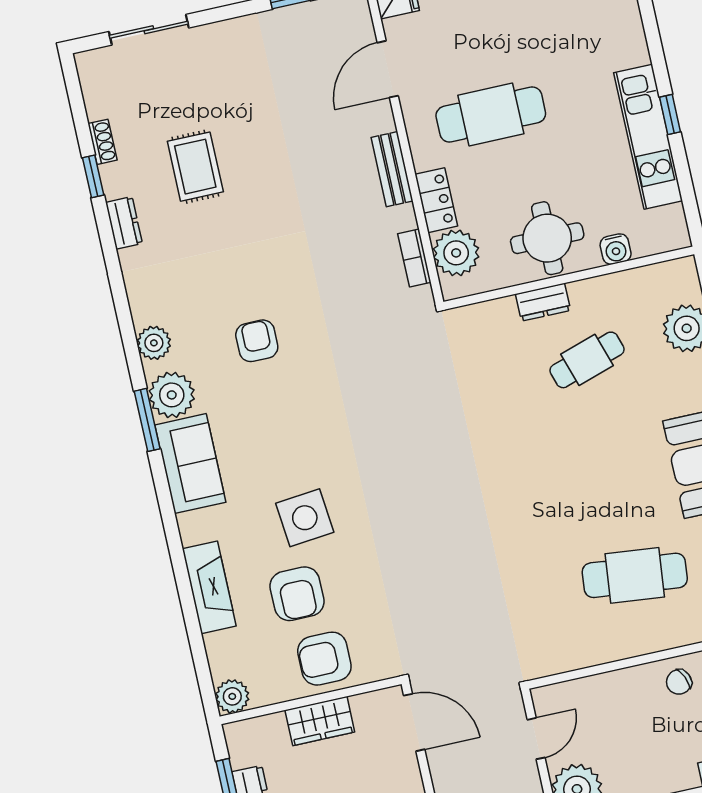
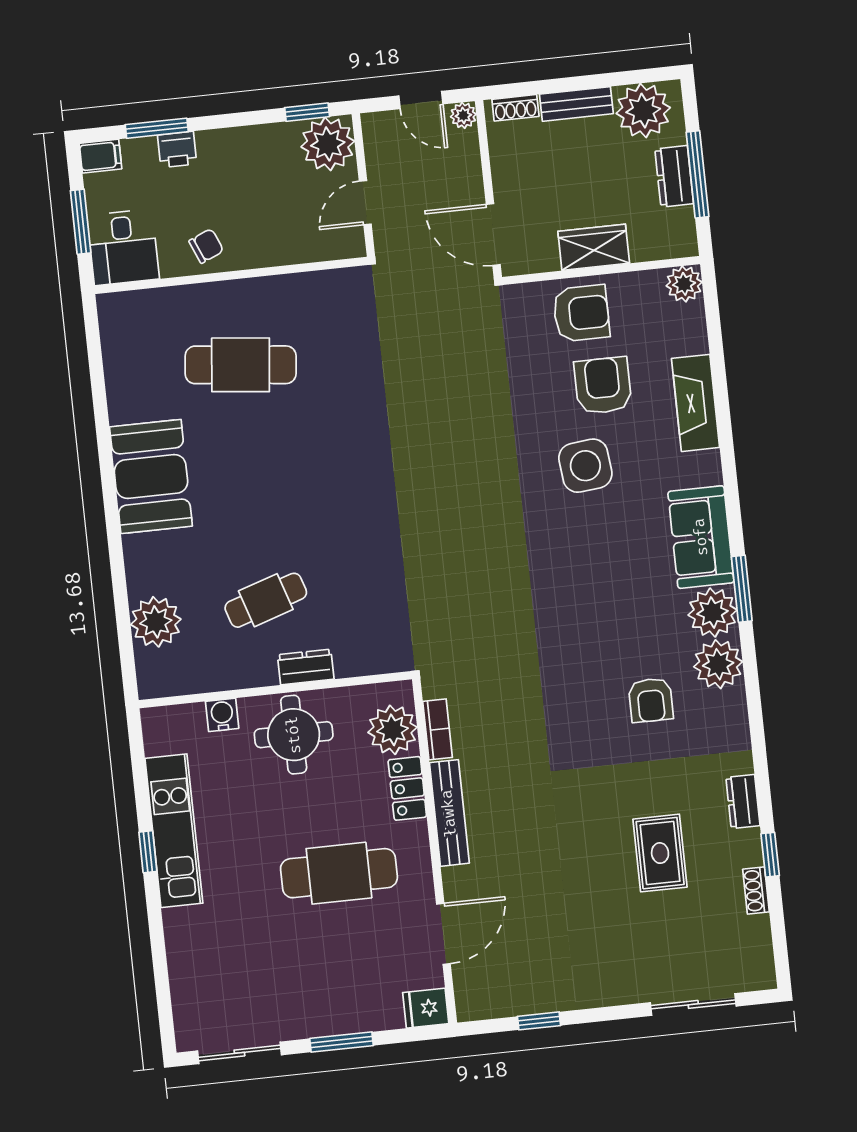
bench: (392, 169) -> (449, 813), width x1.36
armchair: (257, 341) -> (651, 700), moved
plant: (154, 343) -> (718, 664), width x1.36, depth x1.36

